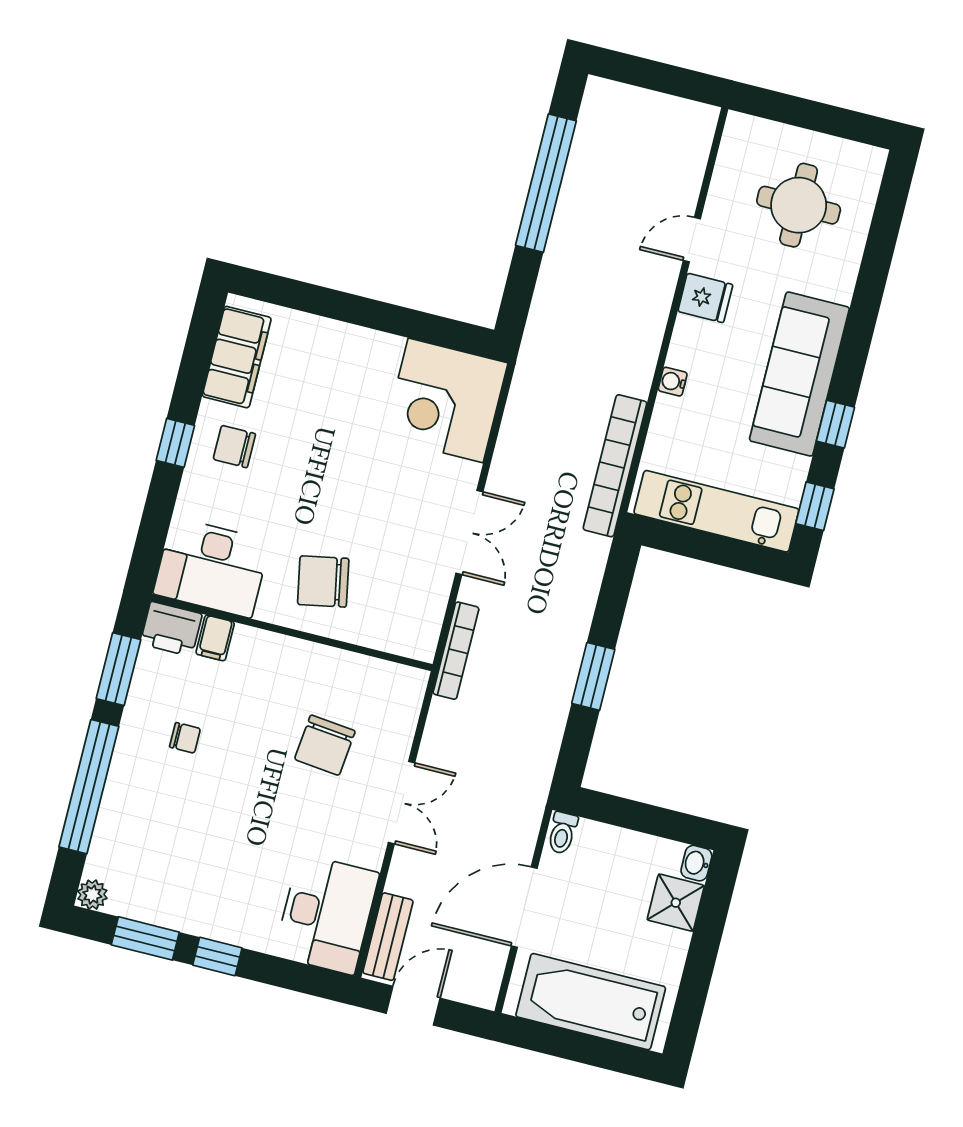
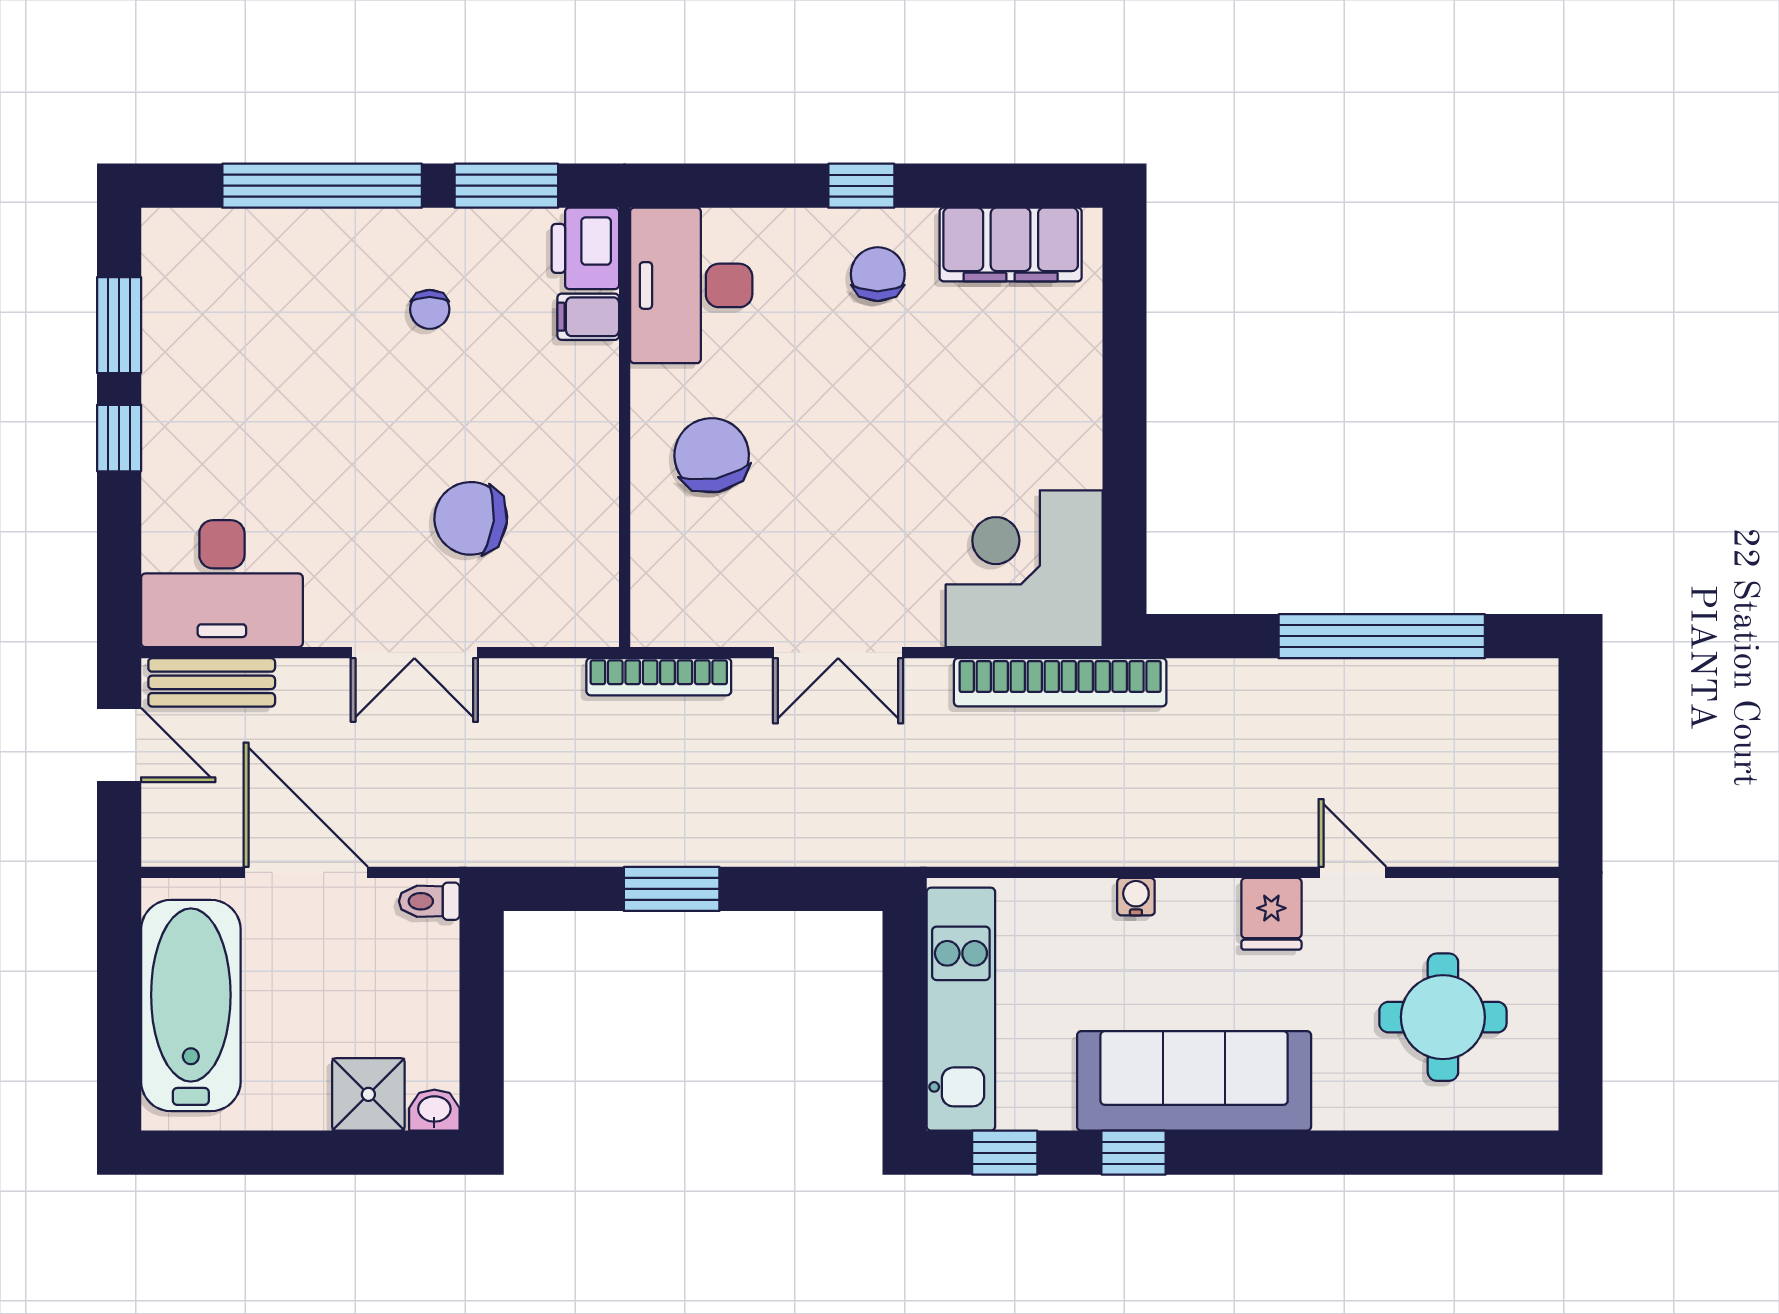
bookcase: (615, 466) -> (1060, 682), moved, turned 180
plant: (92, 895) -> (164, 231), removed

